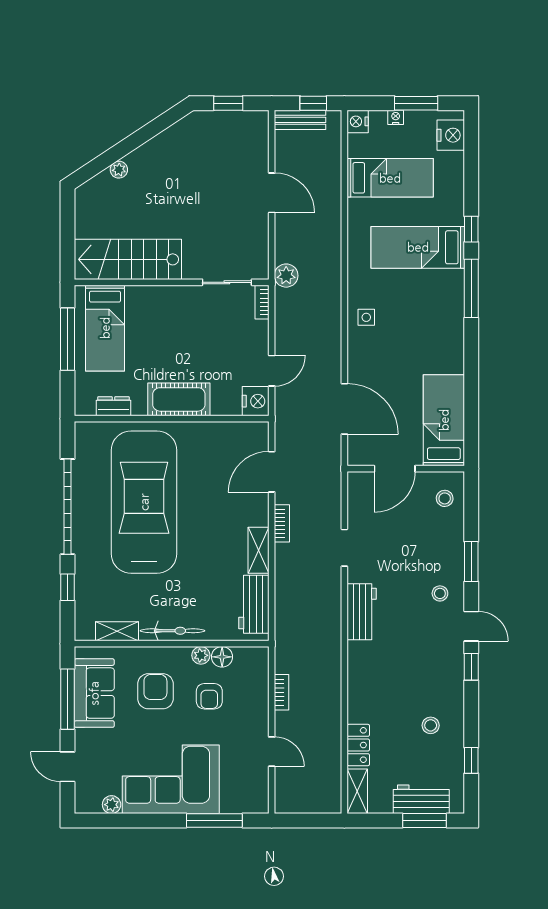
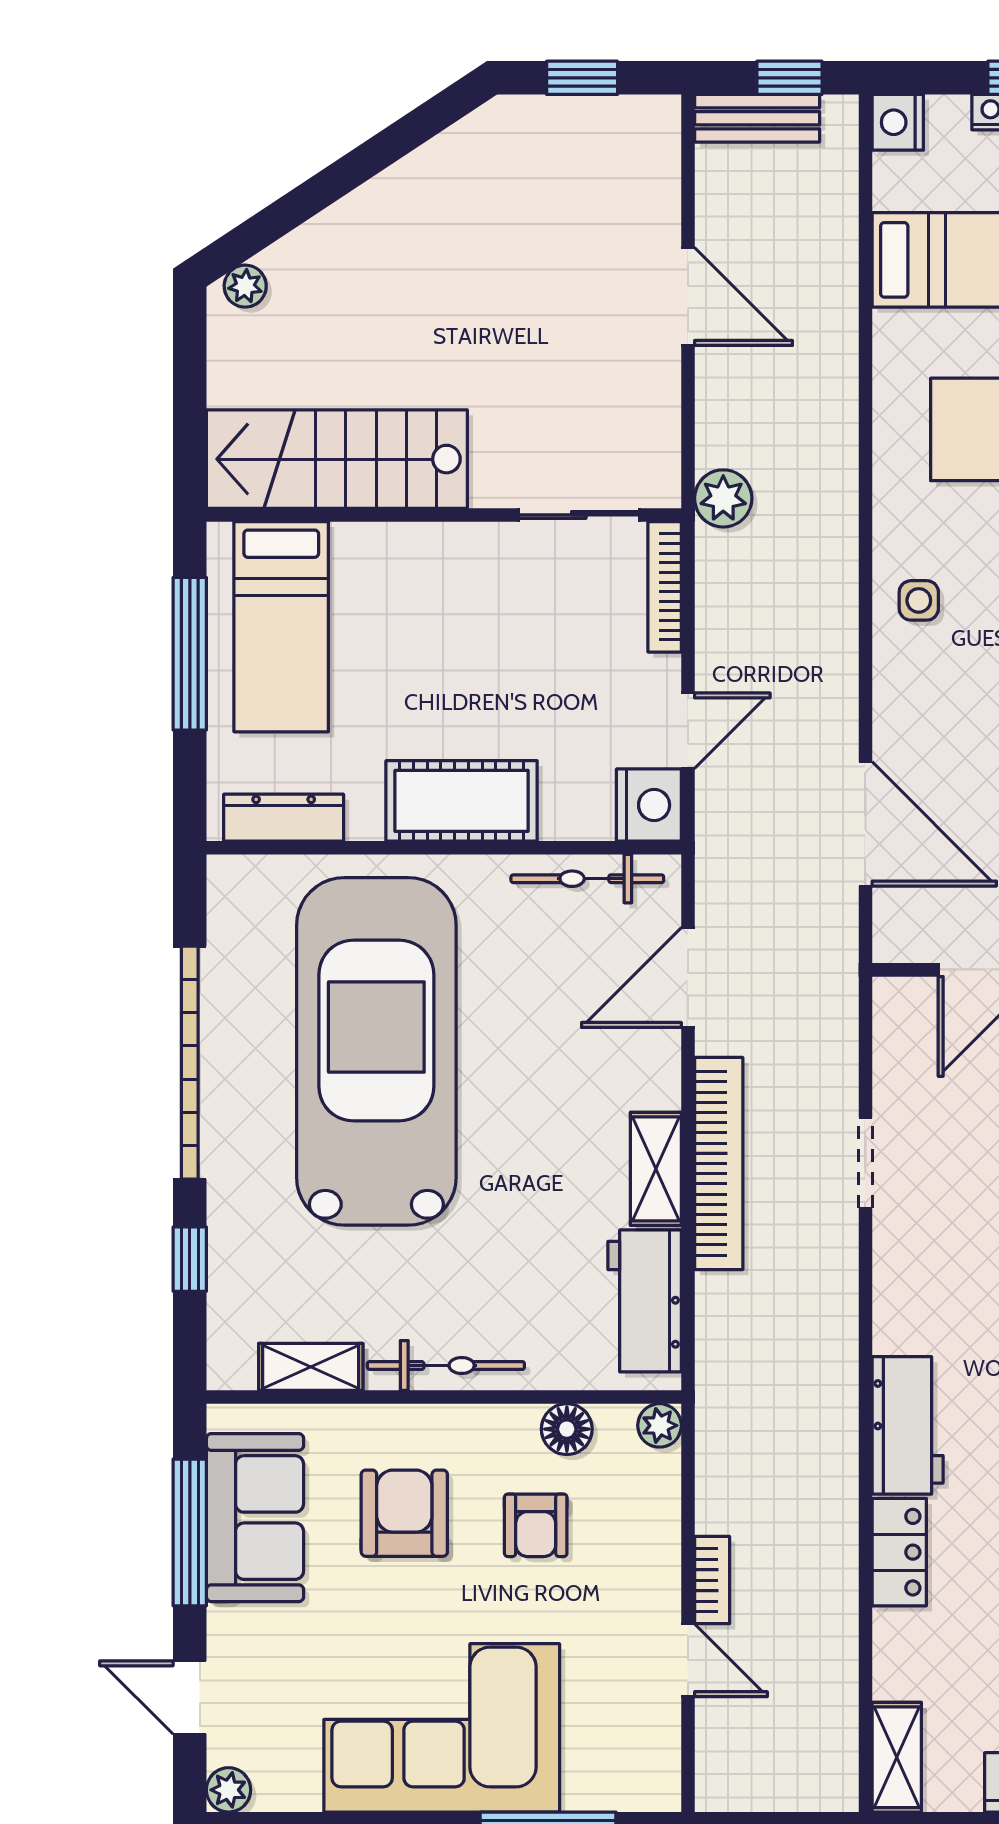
plant: (119, 170) -> (245, 286), moved
bookcase: (262, 302) -> (665, 587), width x1.56
dresser: (113, 406) -> (284, 818), width x1.44
bicycle: (230, 431) -> (587, 879), added
bookcase: (282, 523) -> (719, 1163), width x2.31, depth x1.31
workbench: (362, 612) -> (908, 1425), moved
plant: (201, 655) -> (660, 1425), moved
bookcase: (282, 692) -> (712, 1580), moved
locker: (358, 745) -> (899, 1552), moved
plant: (112, 805) -> (229, 1790), moved

